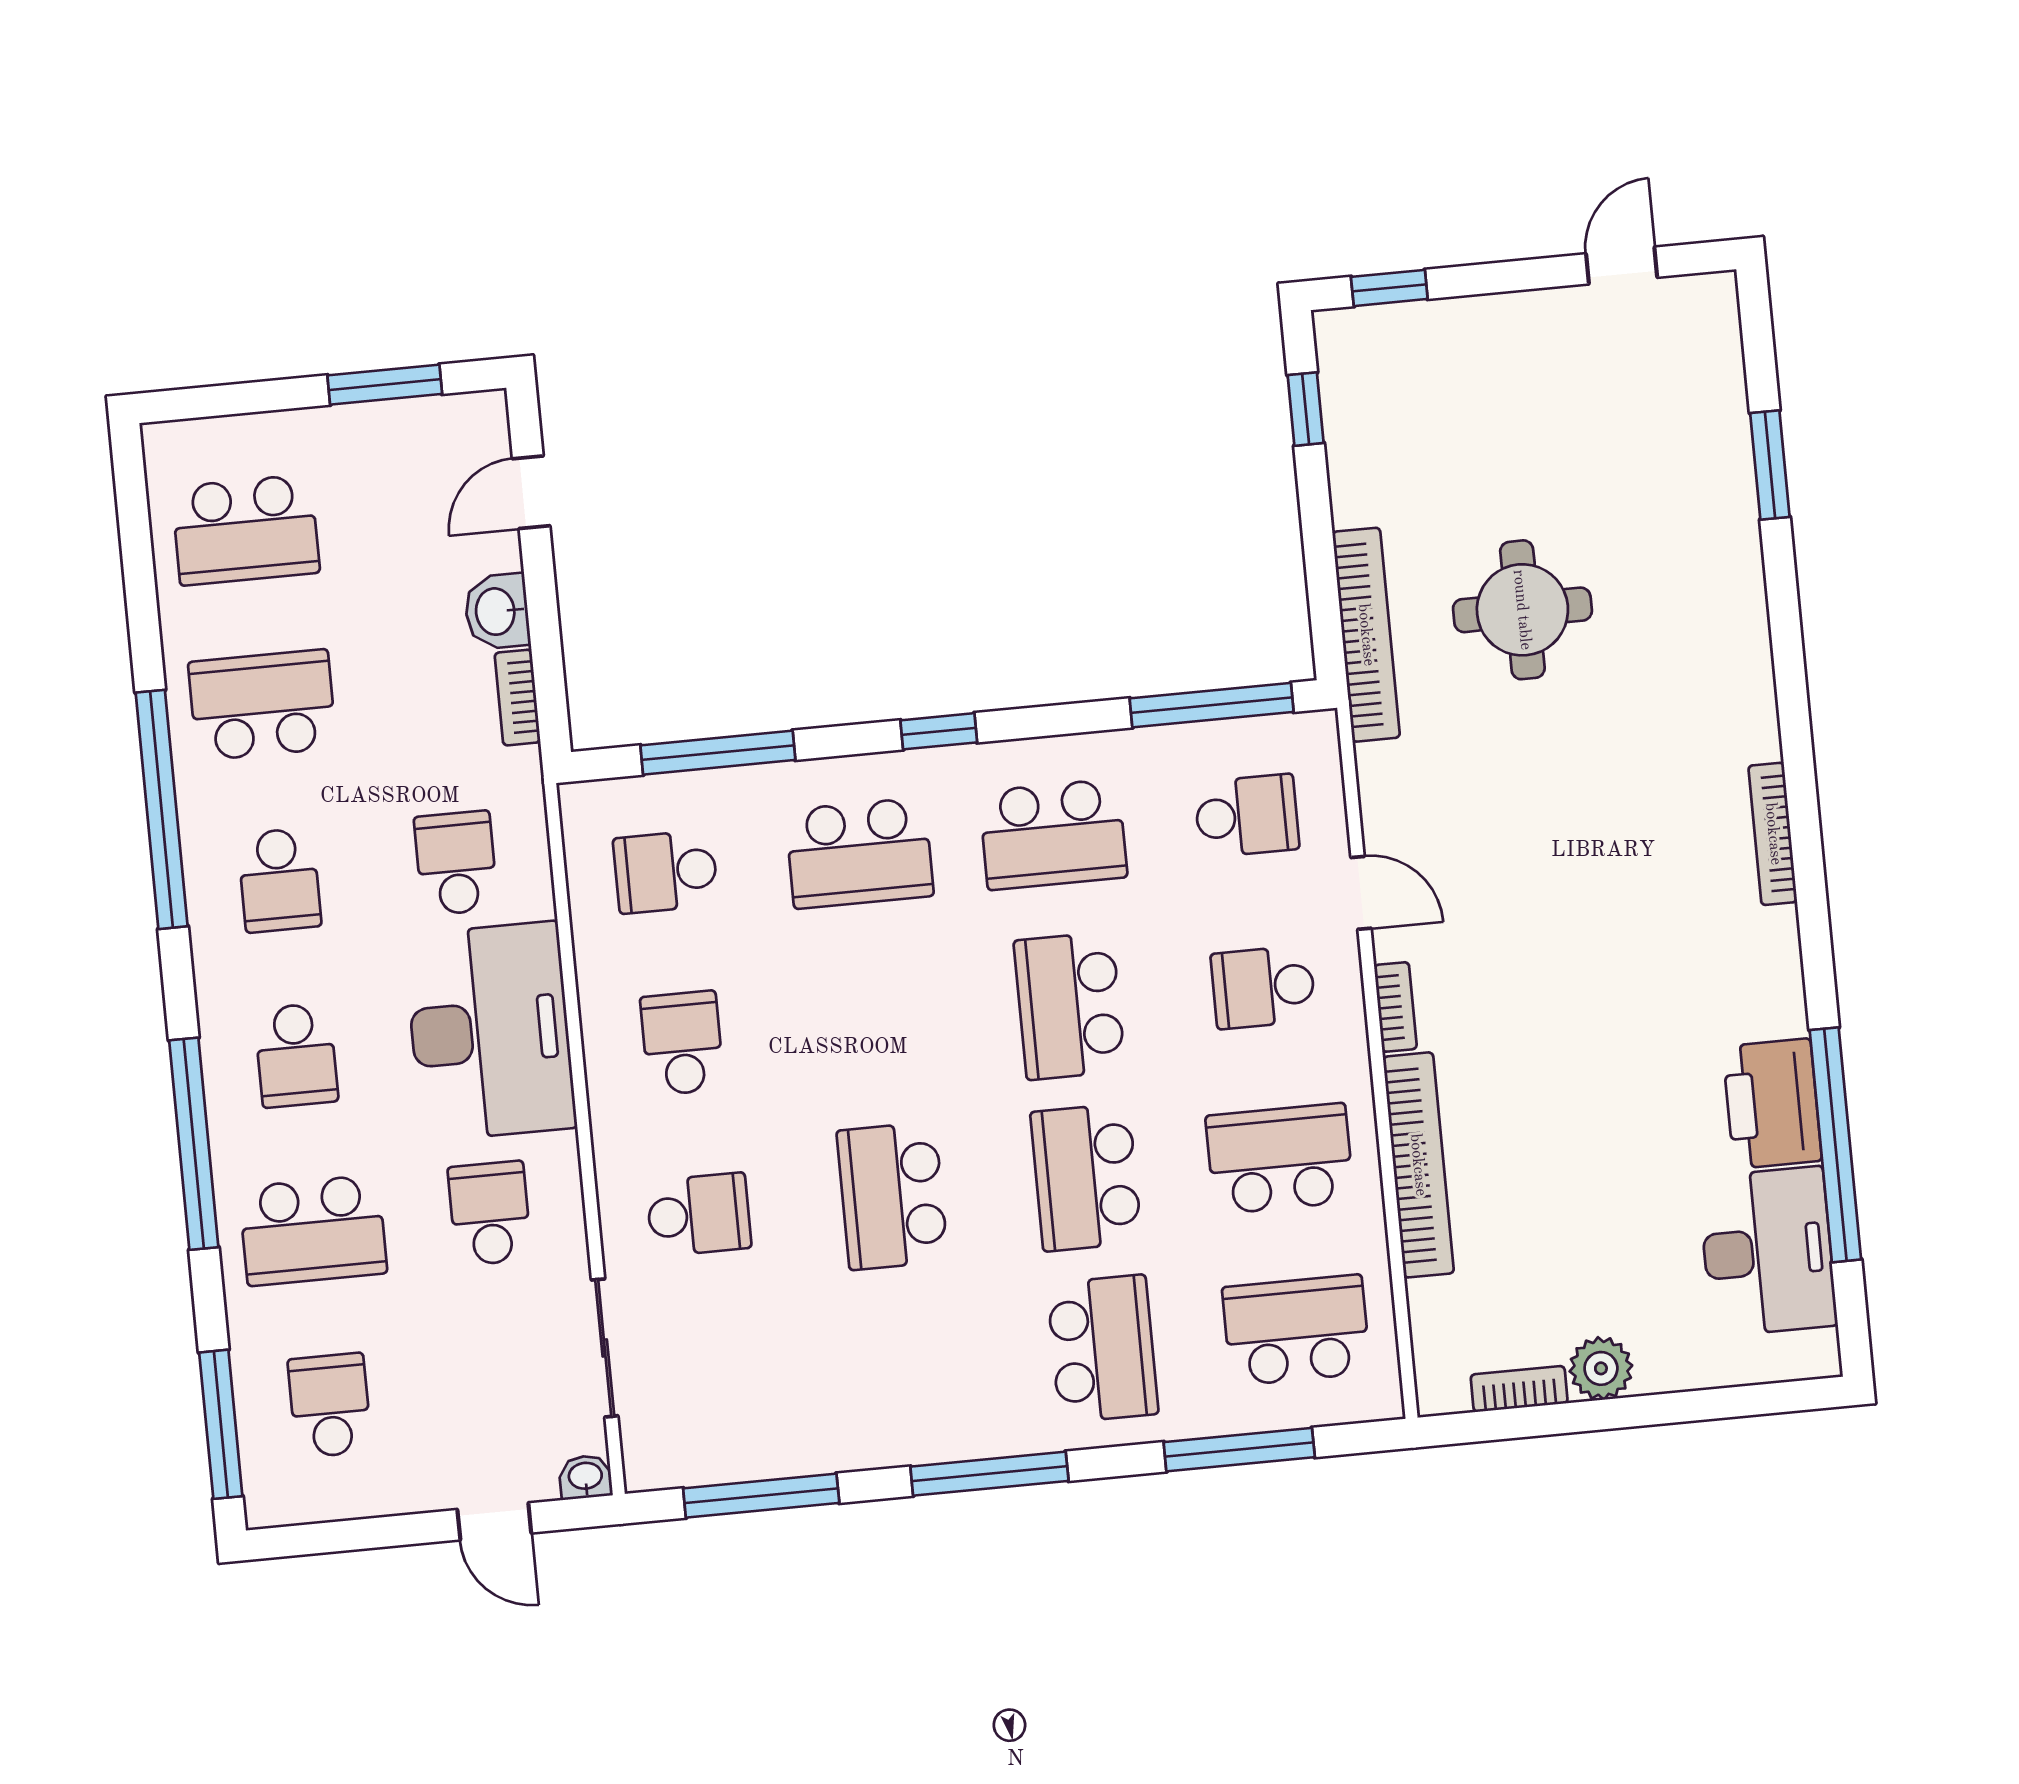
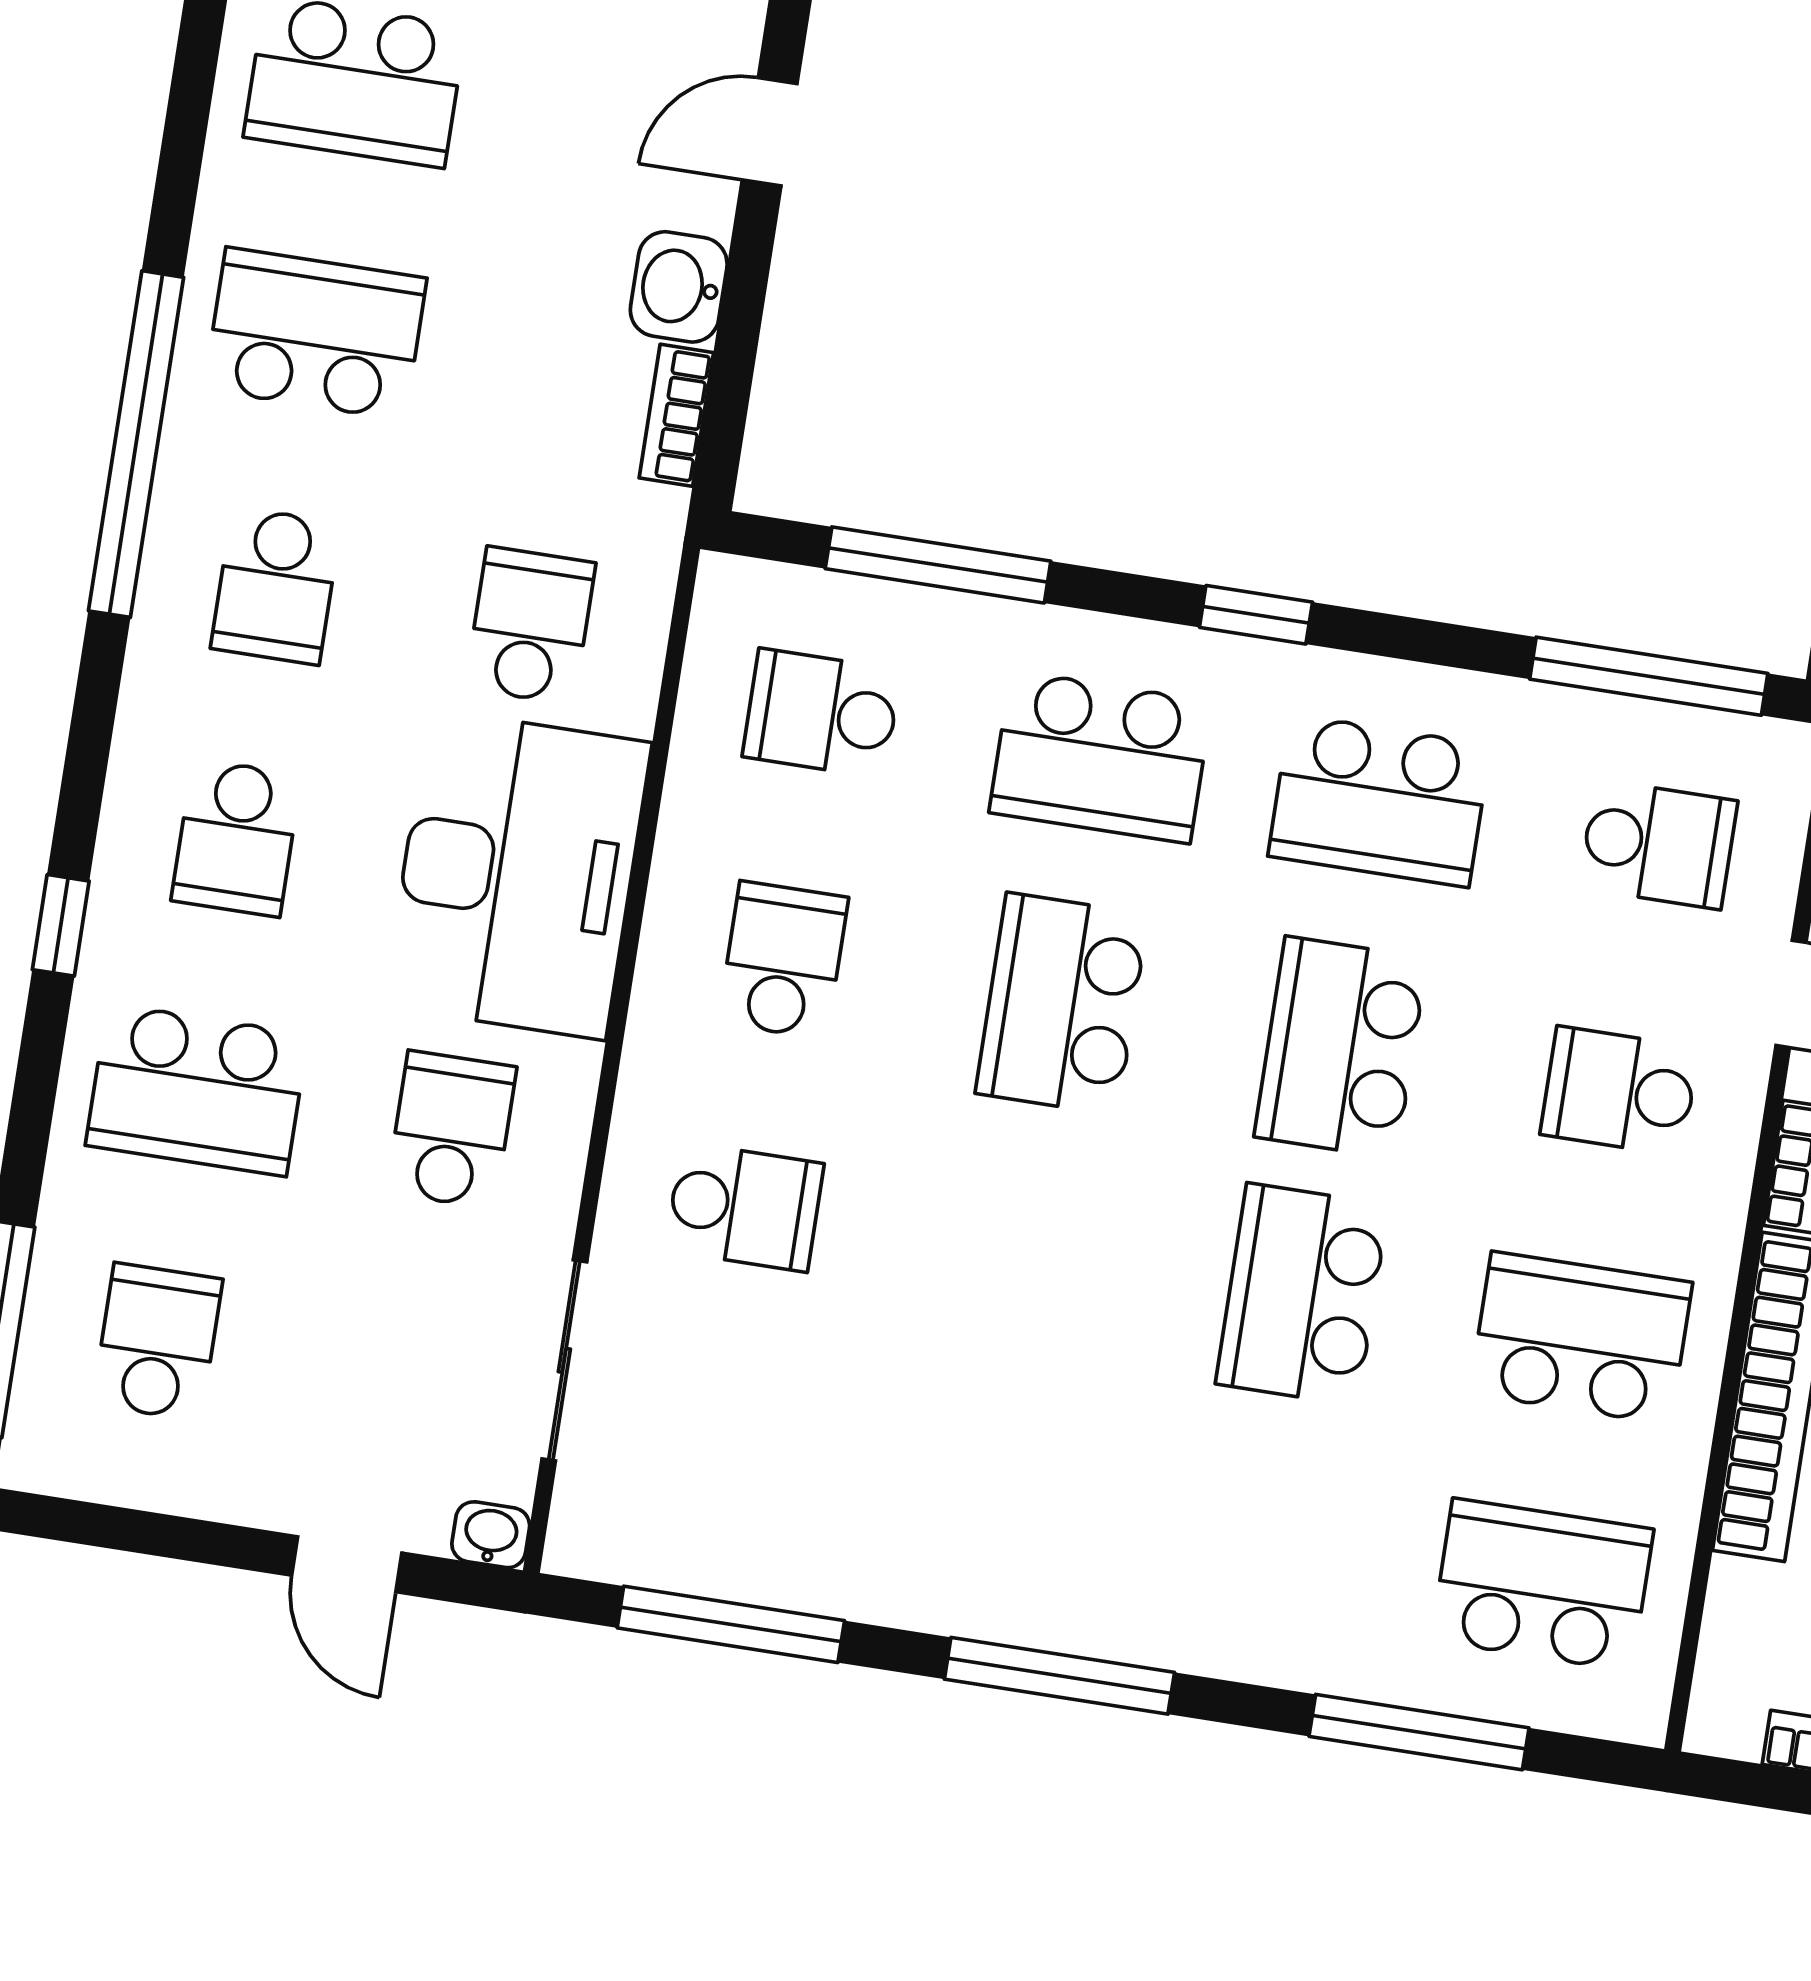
window: (194, 1144) -> (61, 925), width x0.32
school desk: (892, 1196) -> (1062, 1004), moved
school desk: (1103, 1349) -> (1263, 1541), removed

